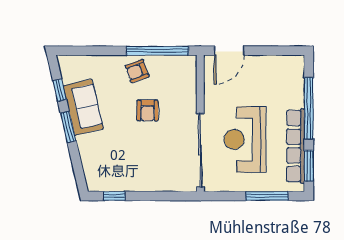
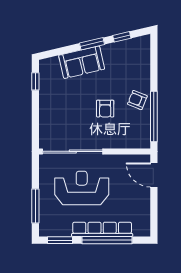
armchair: (137, 71) -> (137, 100), turned -48
sofa: (83, 107) -> (82, 62), moved
armchair: (148, 110) -> (105, 109), turned -90
row of seats: (296, 146) -> (102, 229), moved

